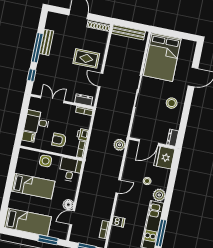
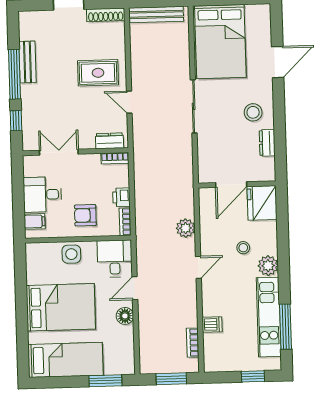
dresser: (173, 138) -> (267, 143), moved
plant: (119, 145) -> (186, 228), moved
bed: (33, 186) -> (61, 307), width x1.50
door: (72, 218) -> (135, 288), moved

